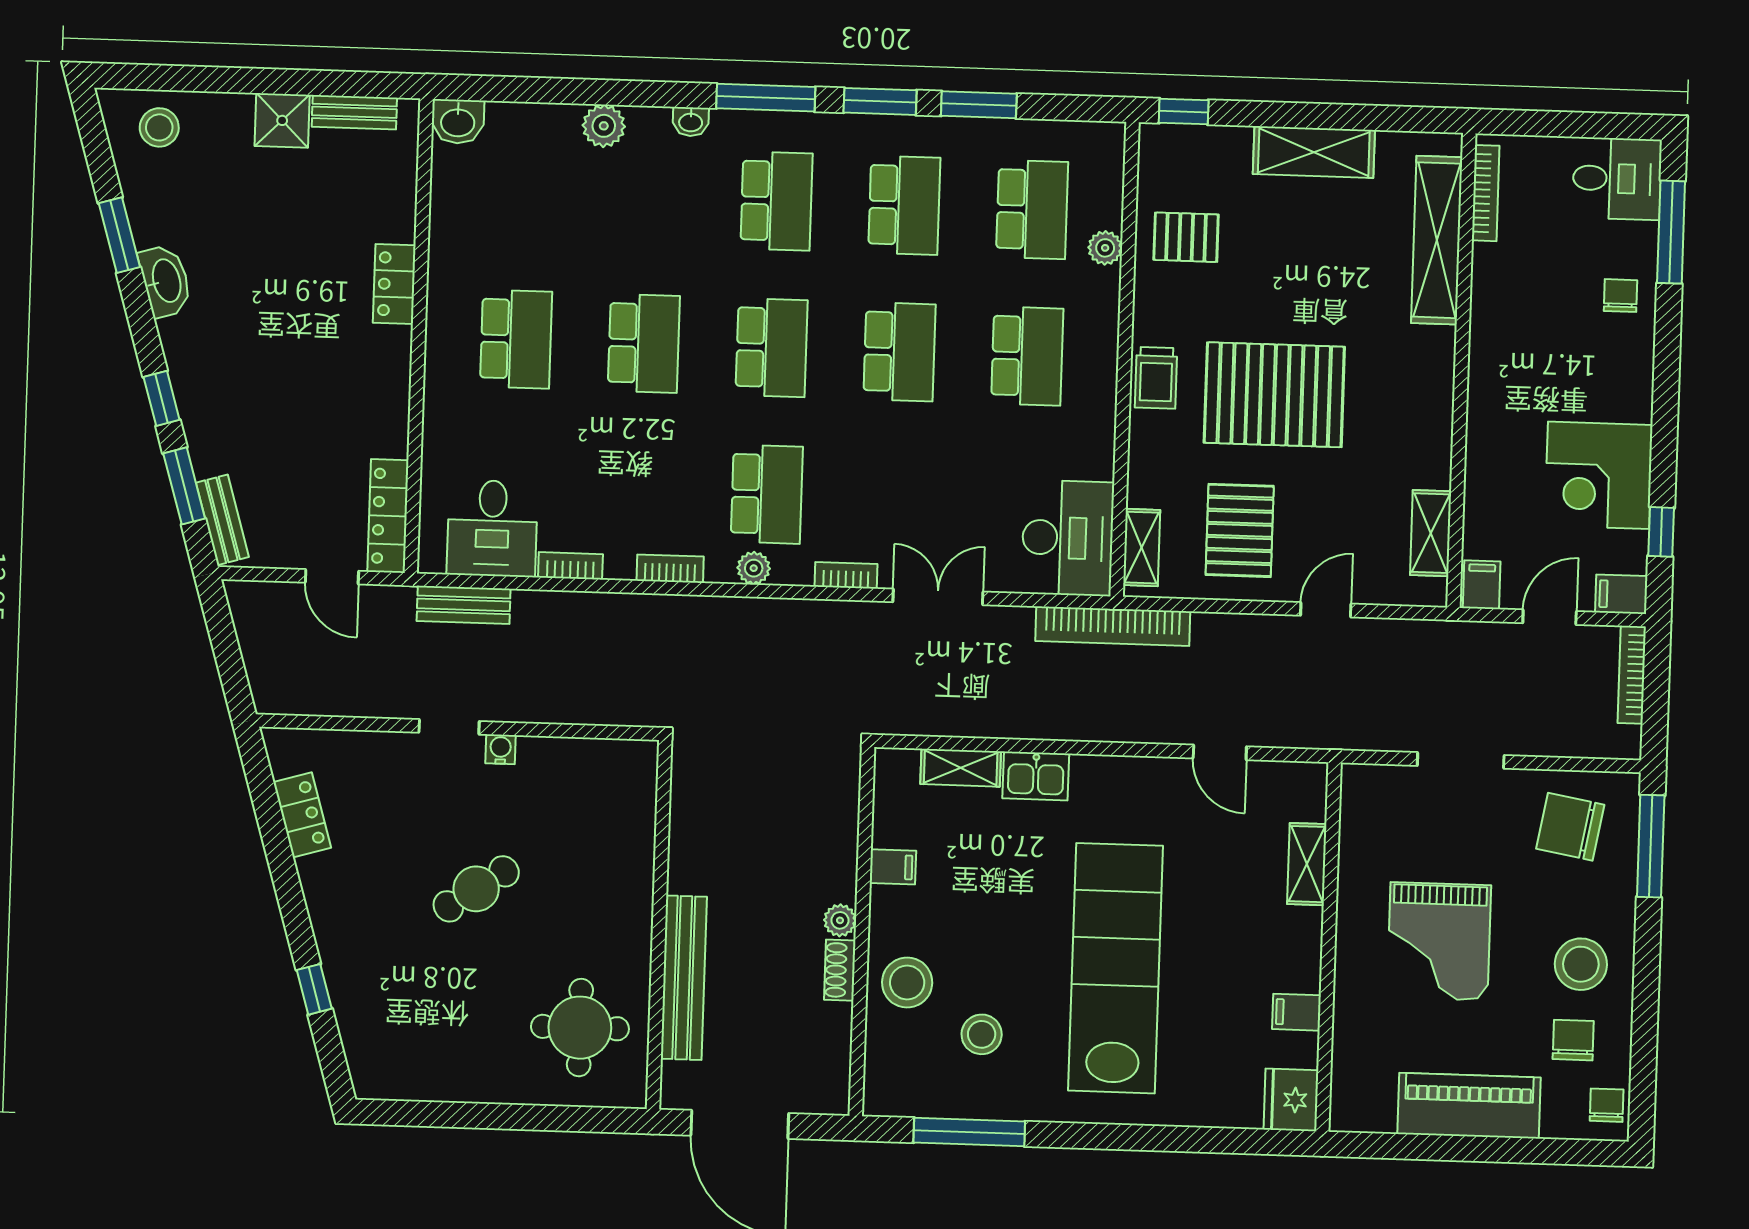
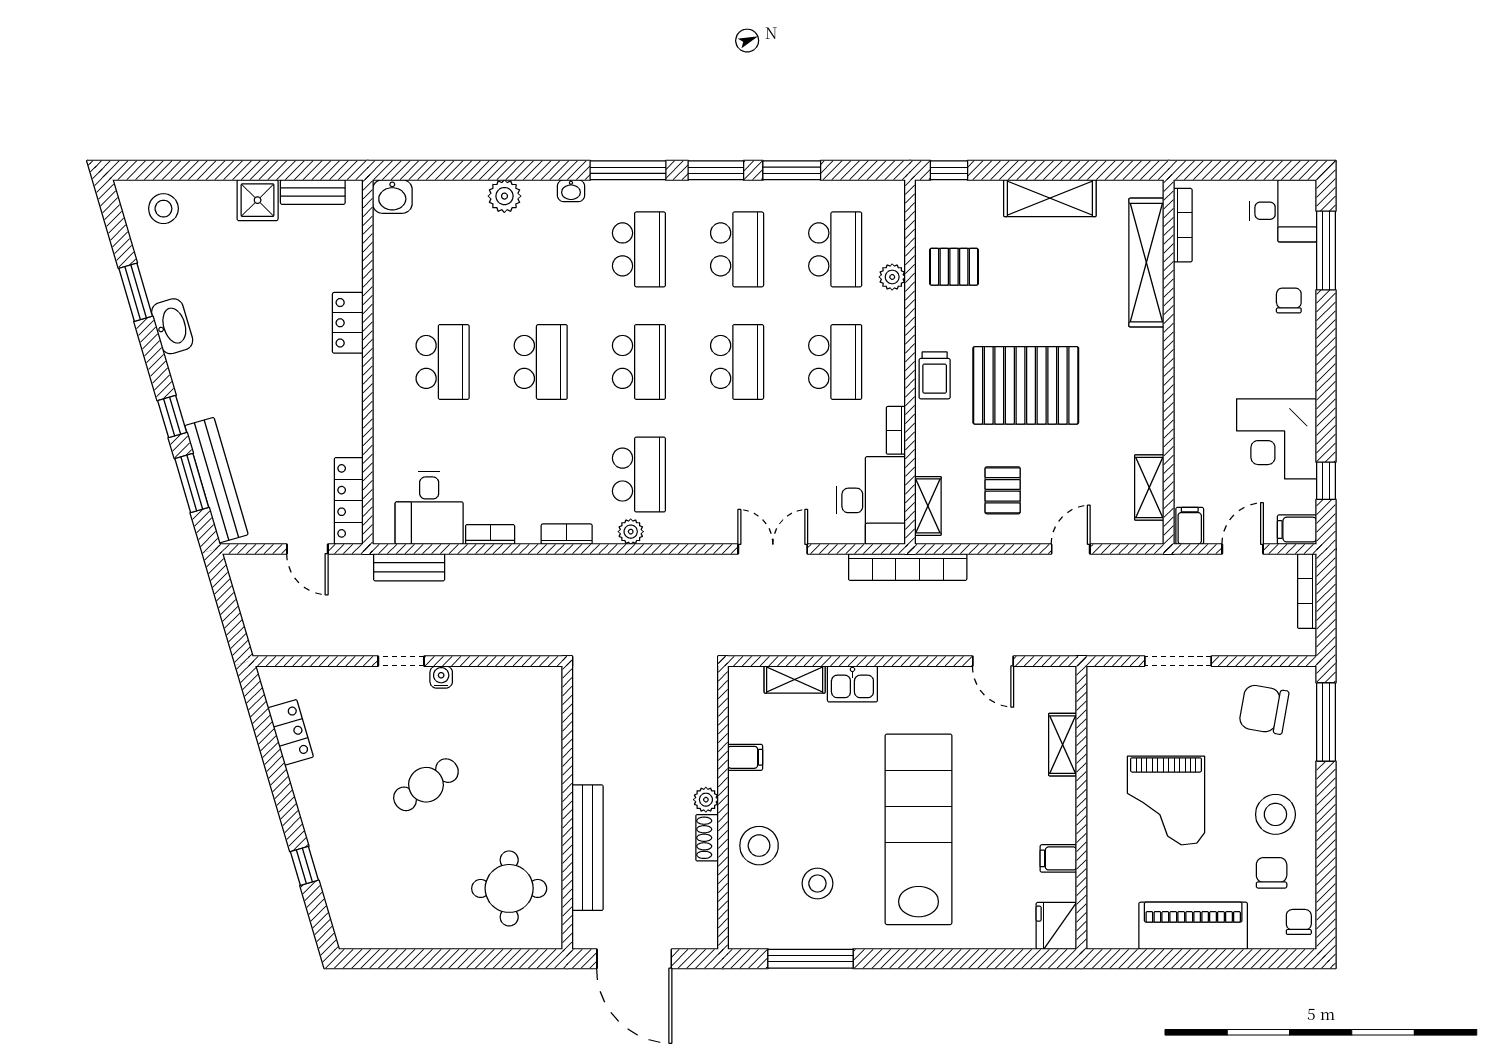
bench: (222, 520) -> (217, 480), width x1.86, depth x1.21
pallet: (1240, 530) -> (1003, 490), width x0.67, depth x0.71
bookcase: (846, 575) -> (896, 430), moved, turned -90

